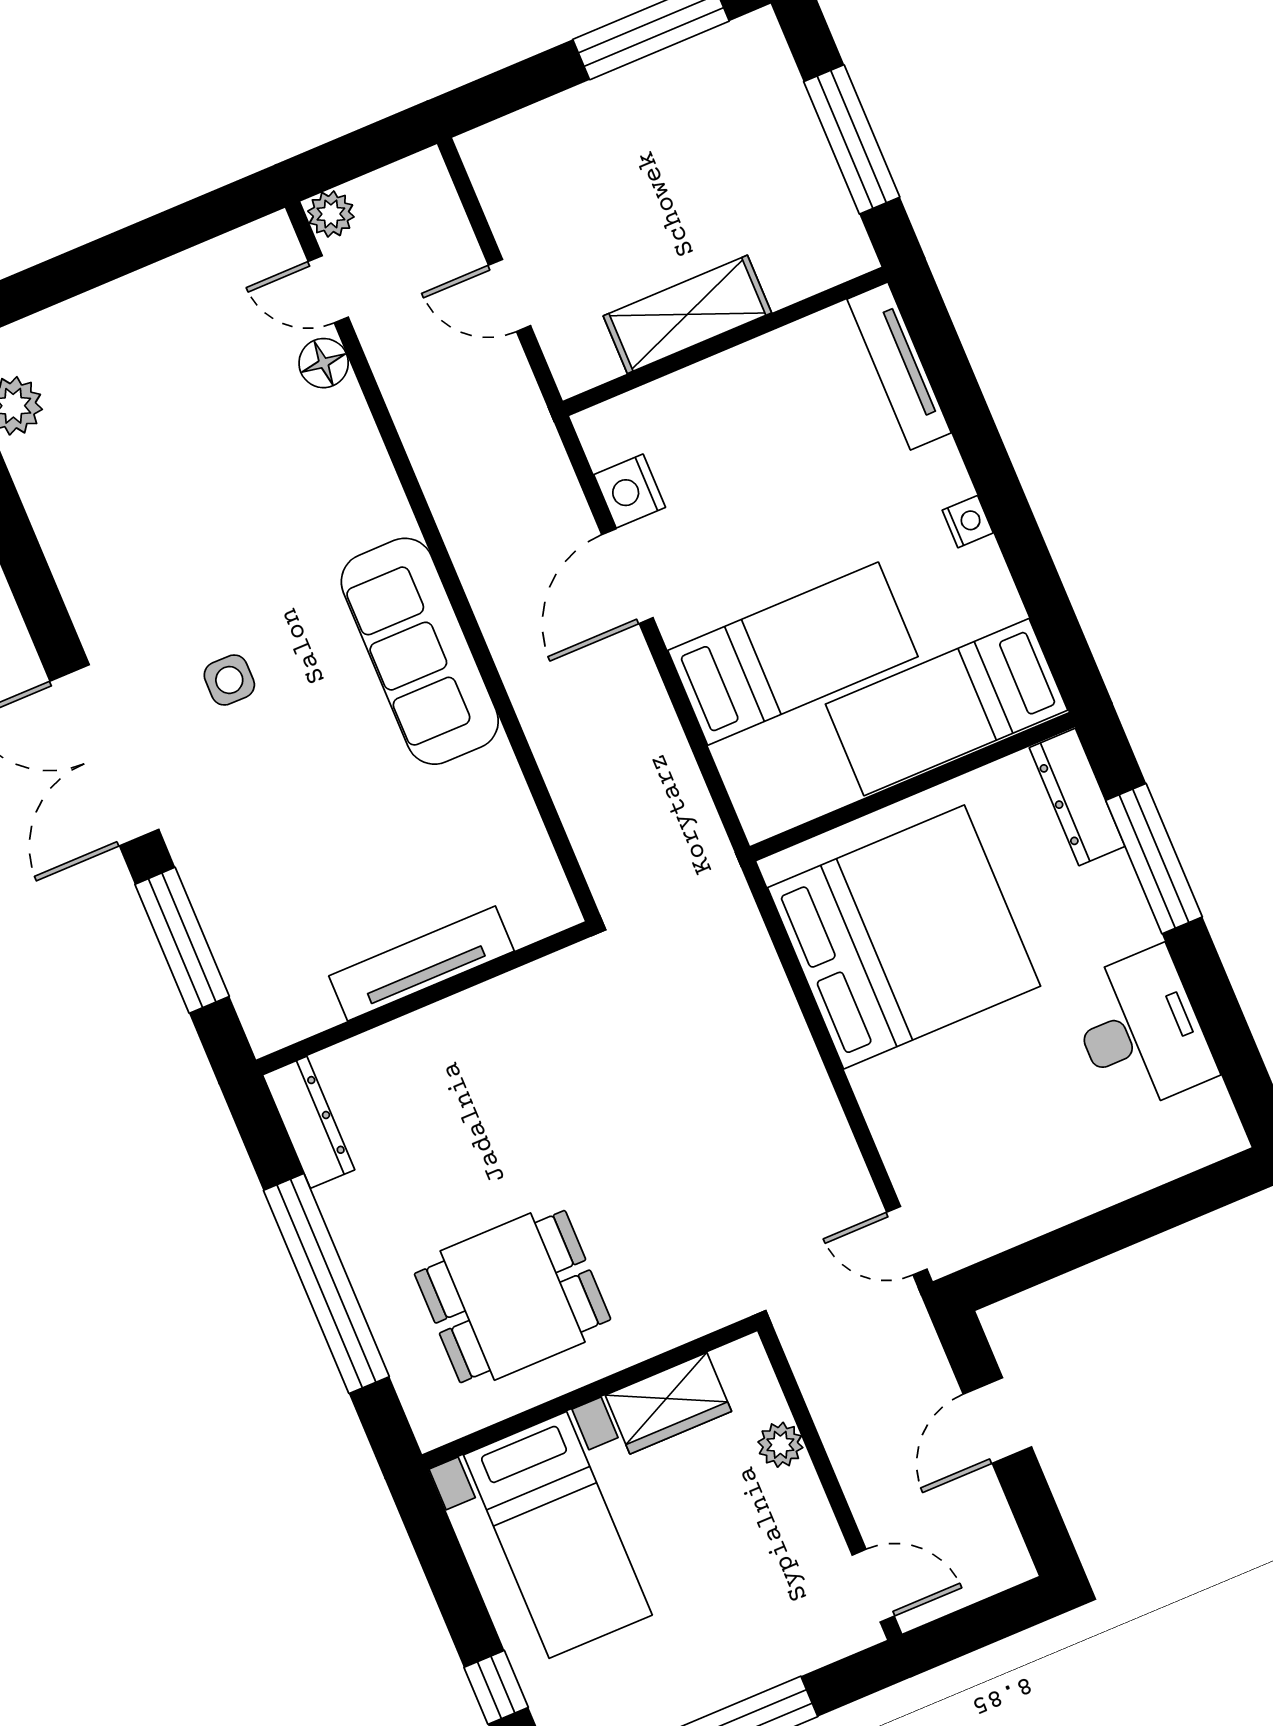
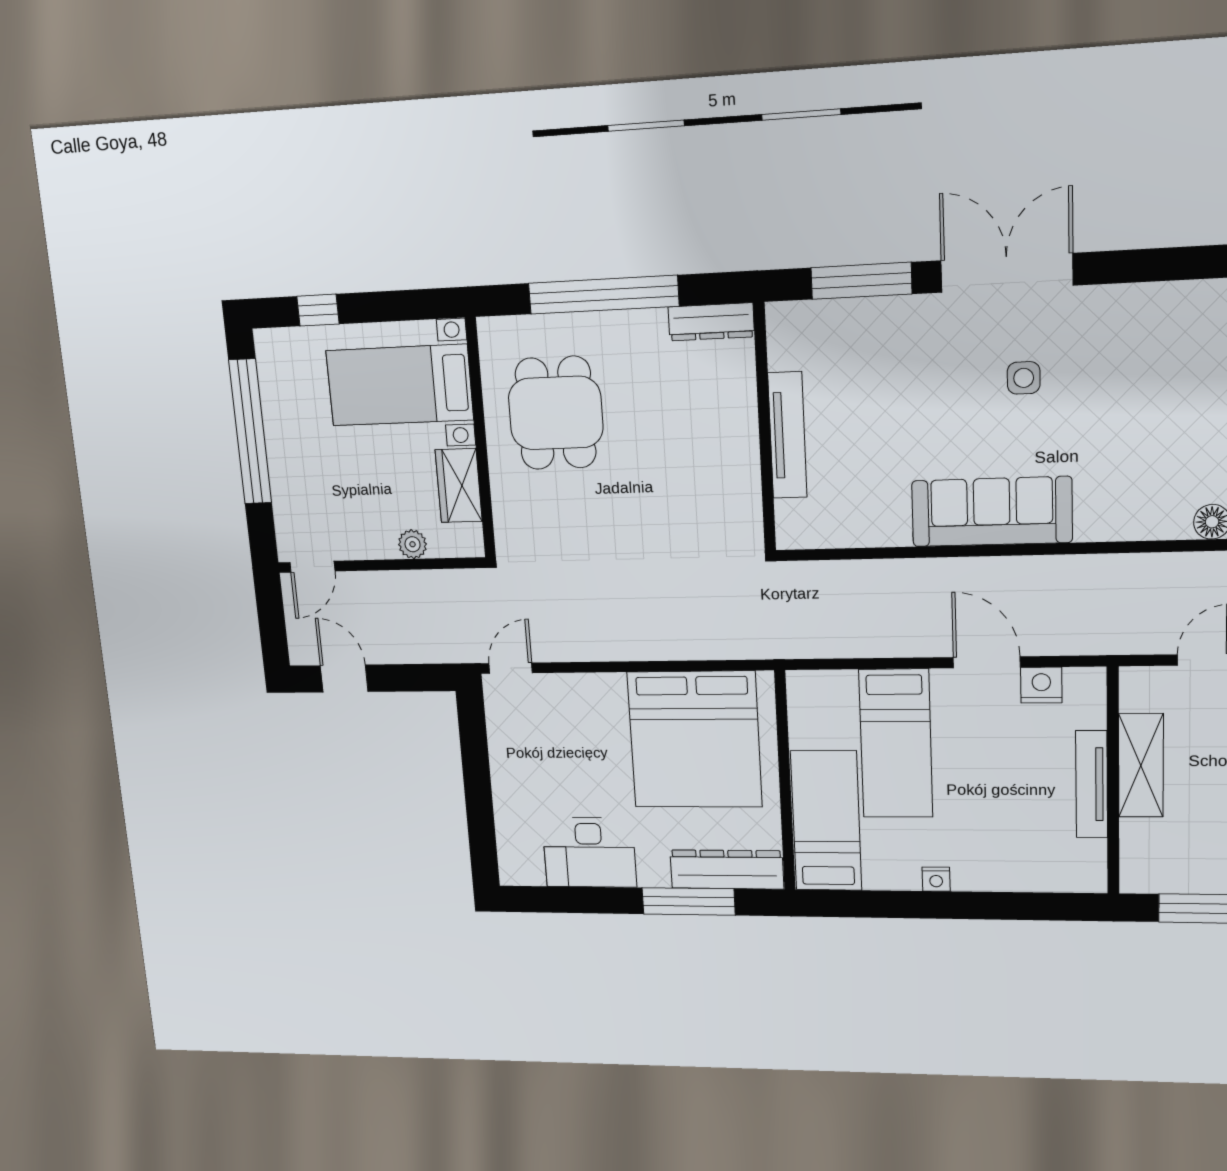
tv unit: (899, 366) -> (1092, 784), moved, turned -90
dresser: (1077, 797) -> (727, 869), width x1.37, depth x1.24
door: (997, 1421) -> (344, 679), moved

